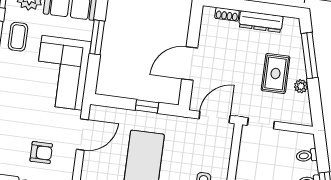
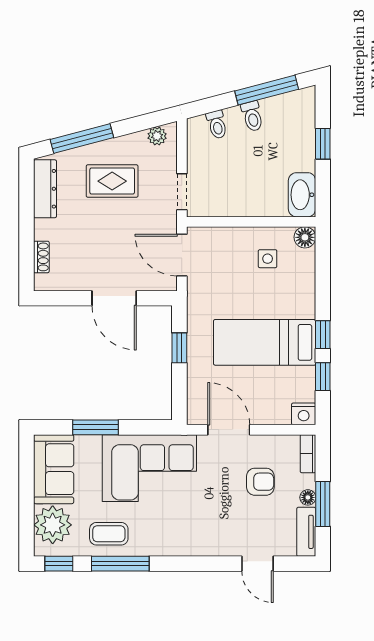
dresser: (261, 22) -> (45, 189), moved
plant: (301, 86) -> (157, 136), moved
armchair: (41, 153) -> (260, 482), turned 90

